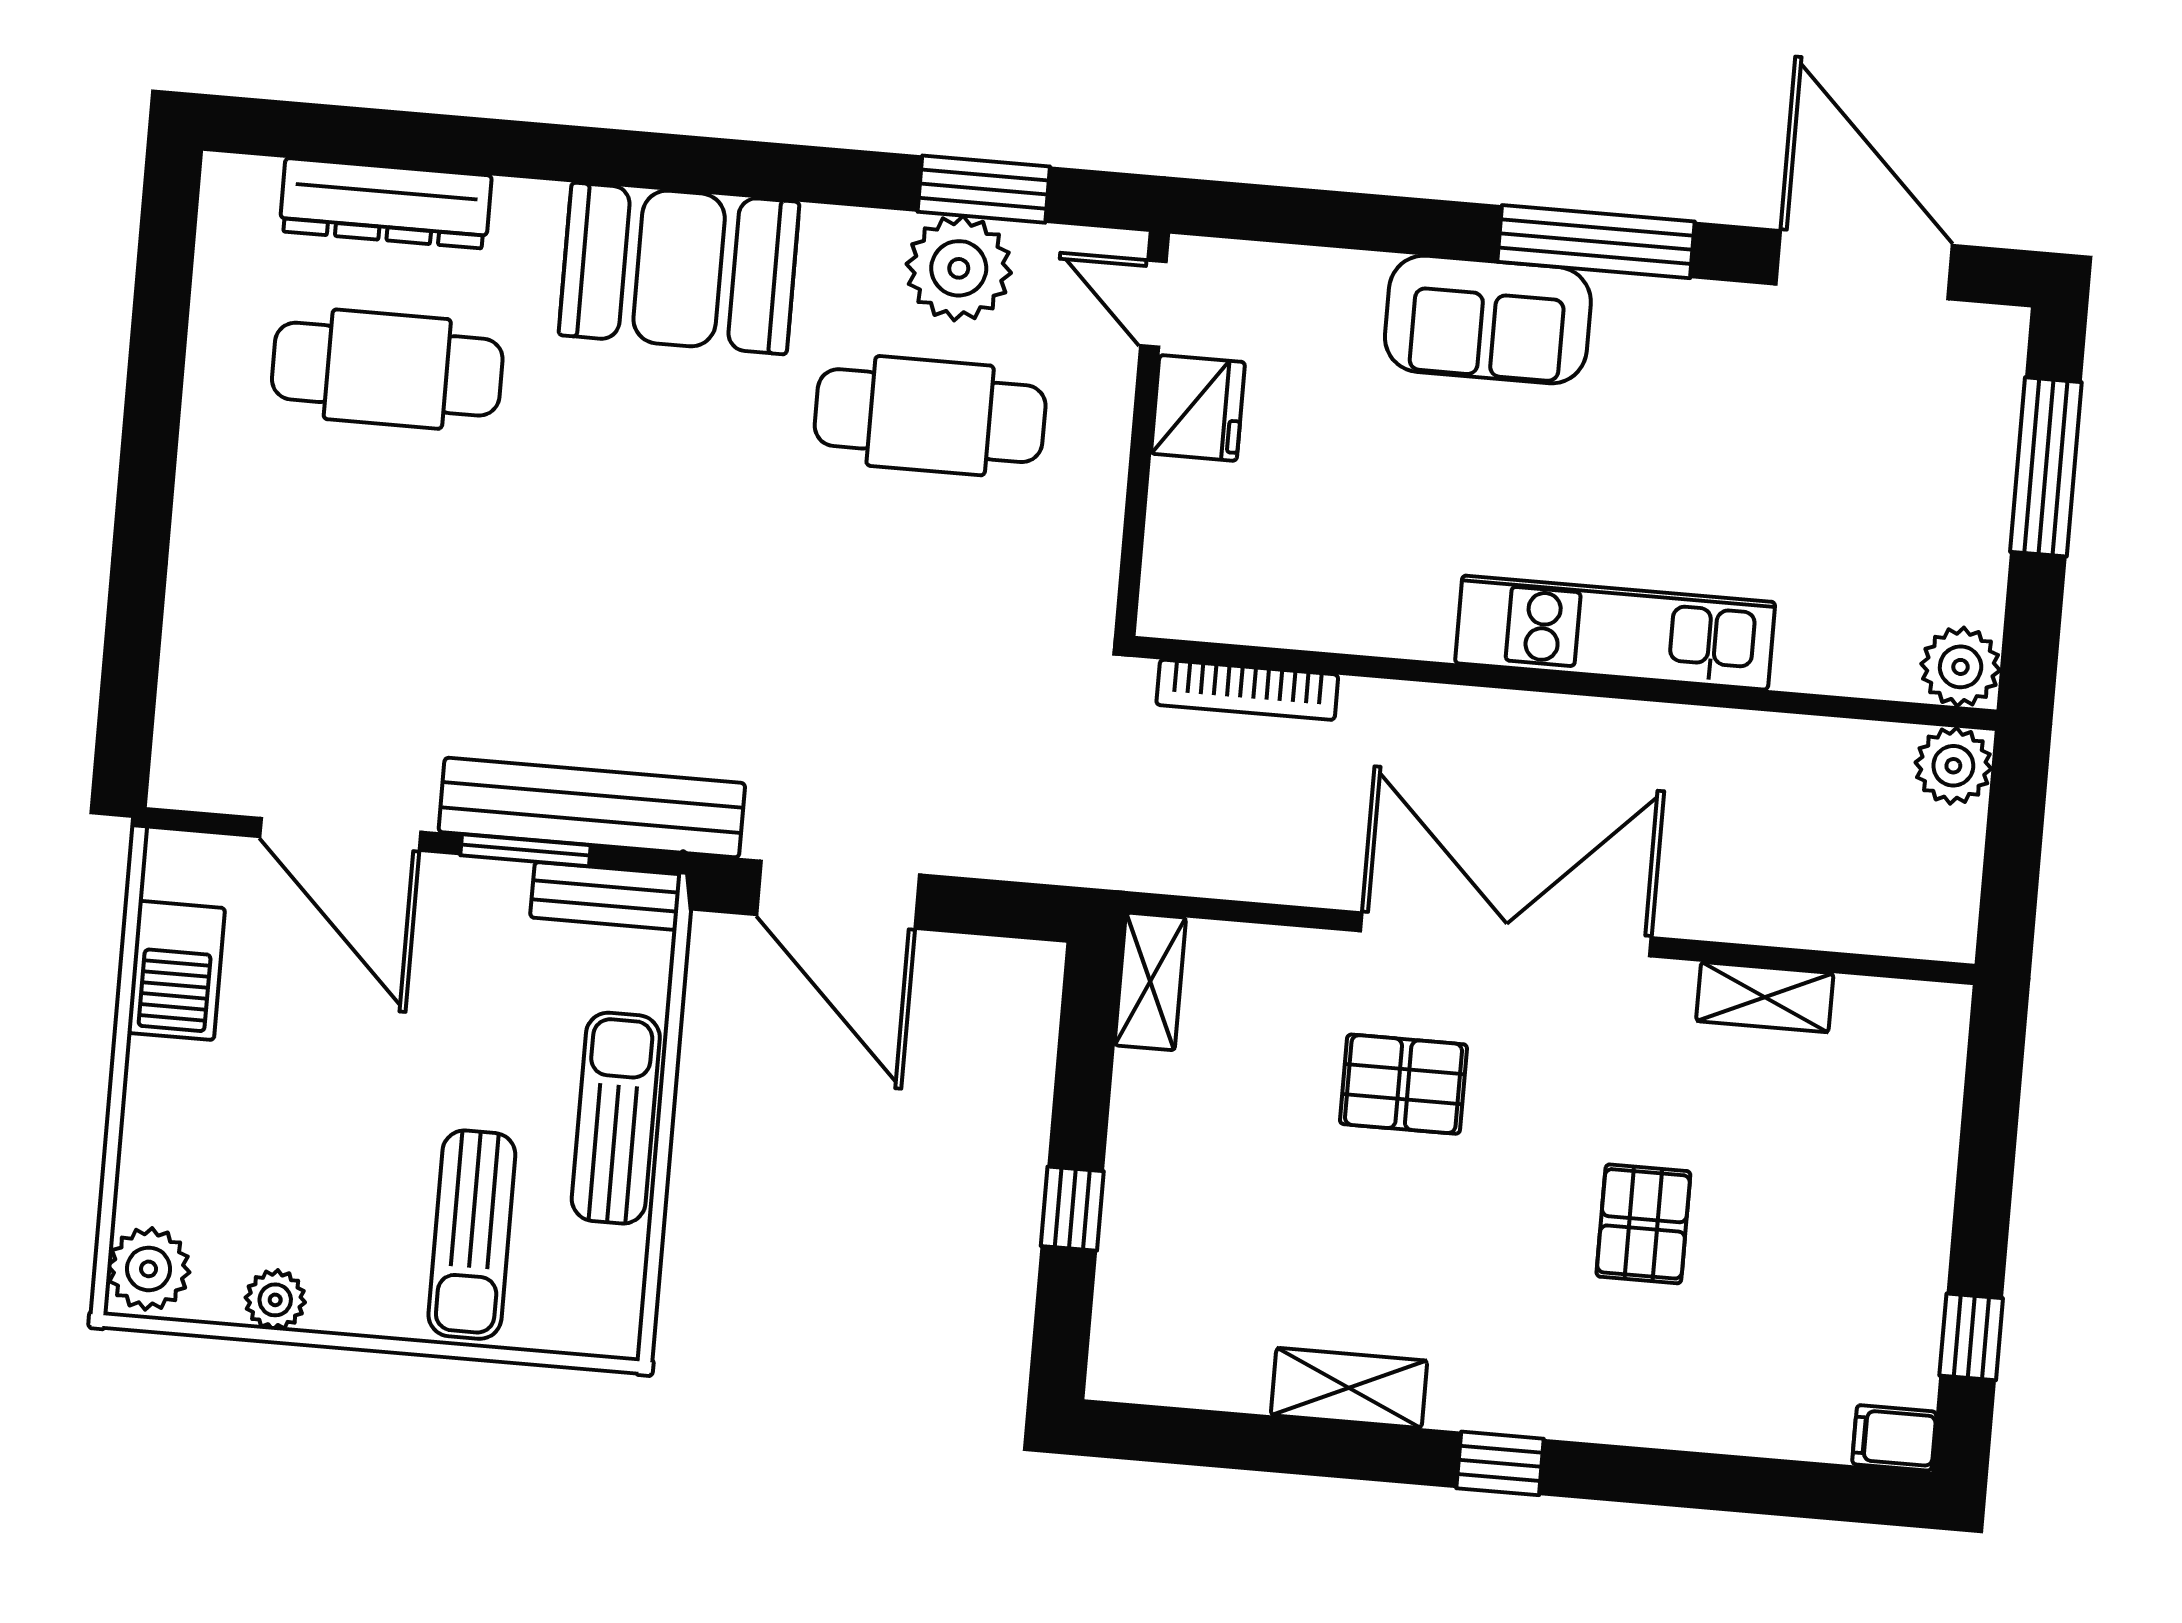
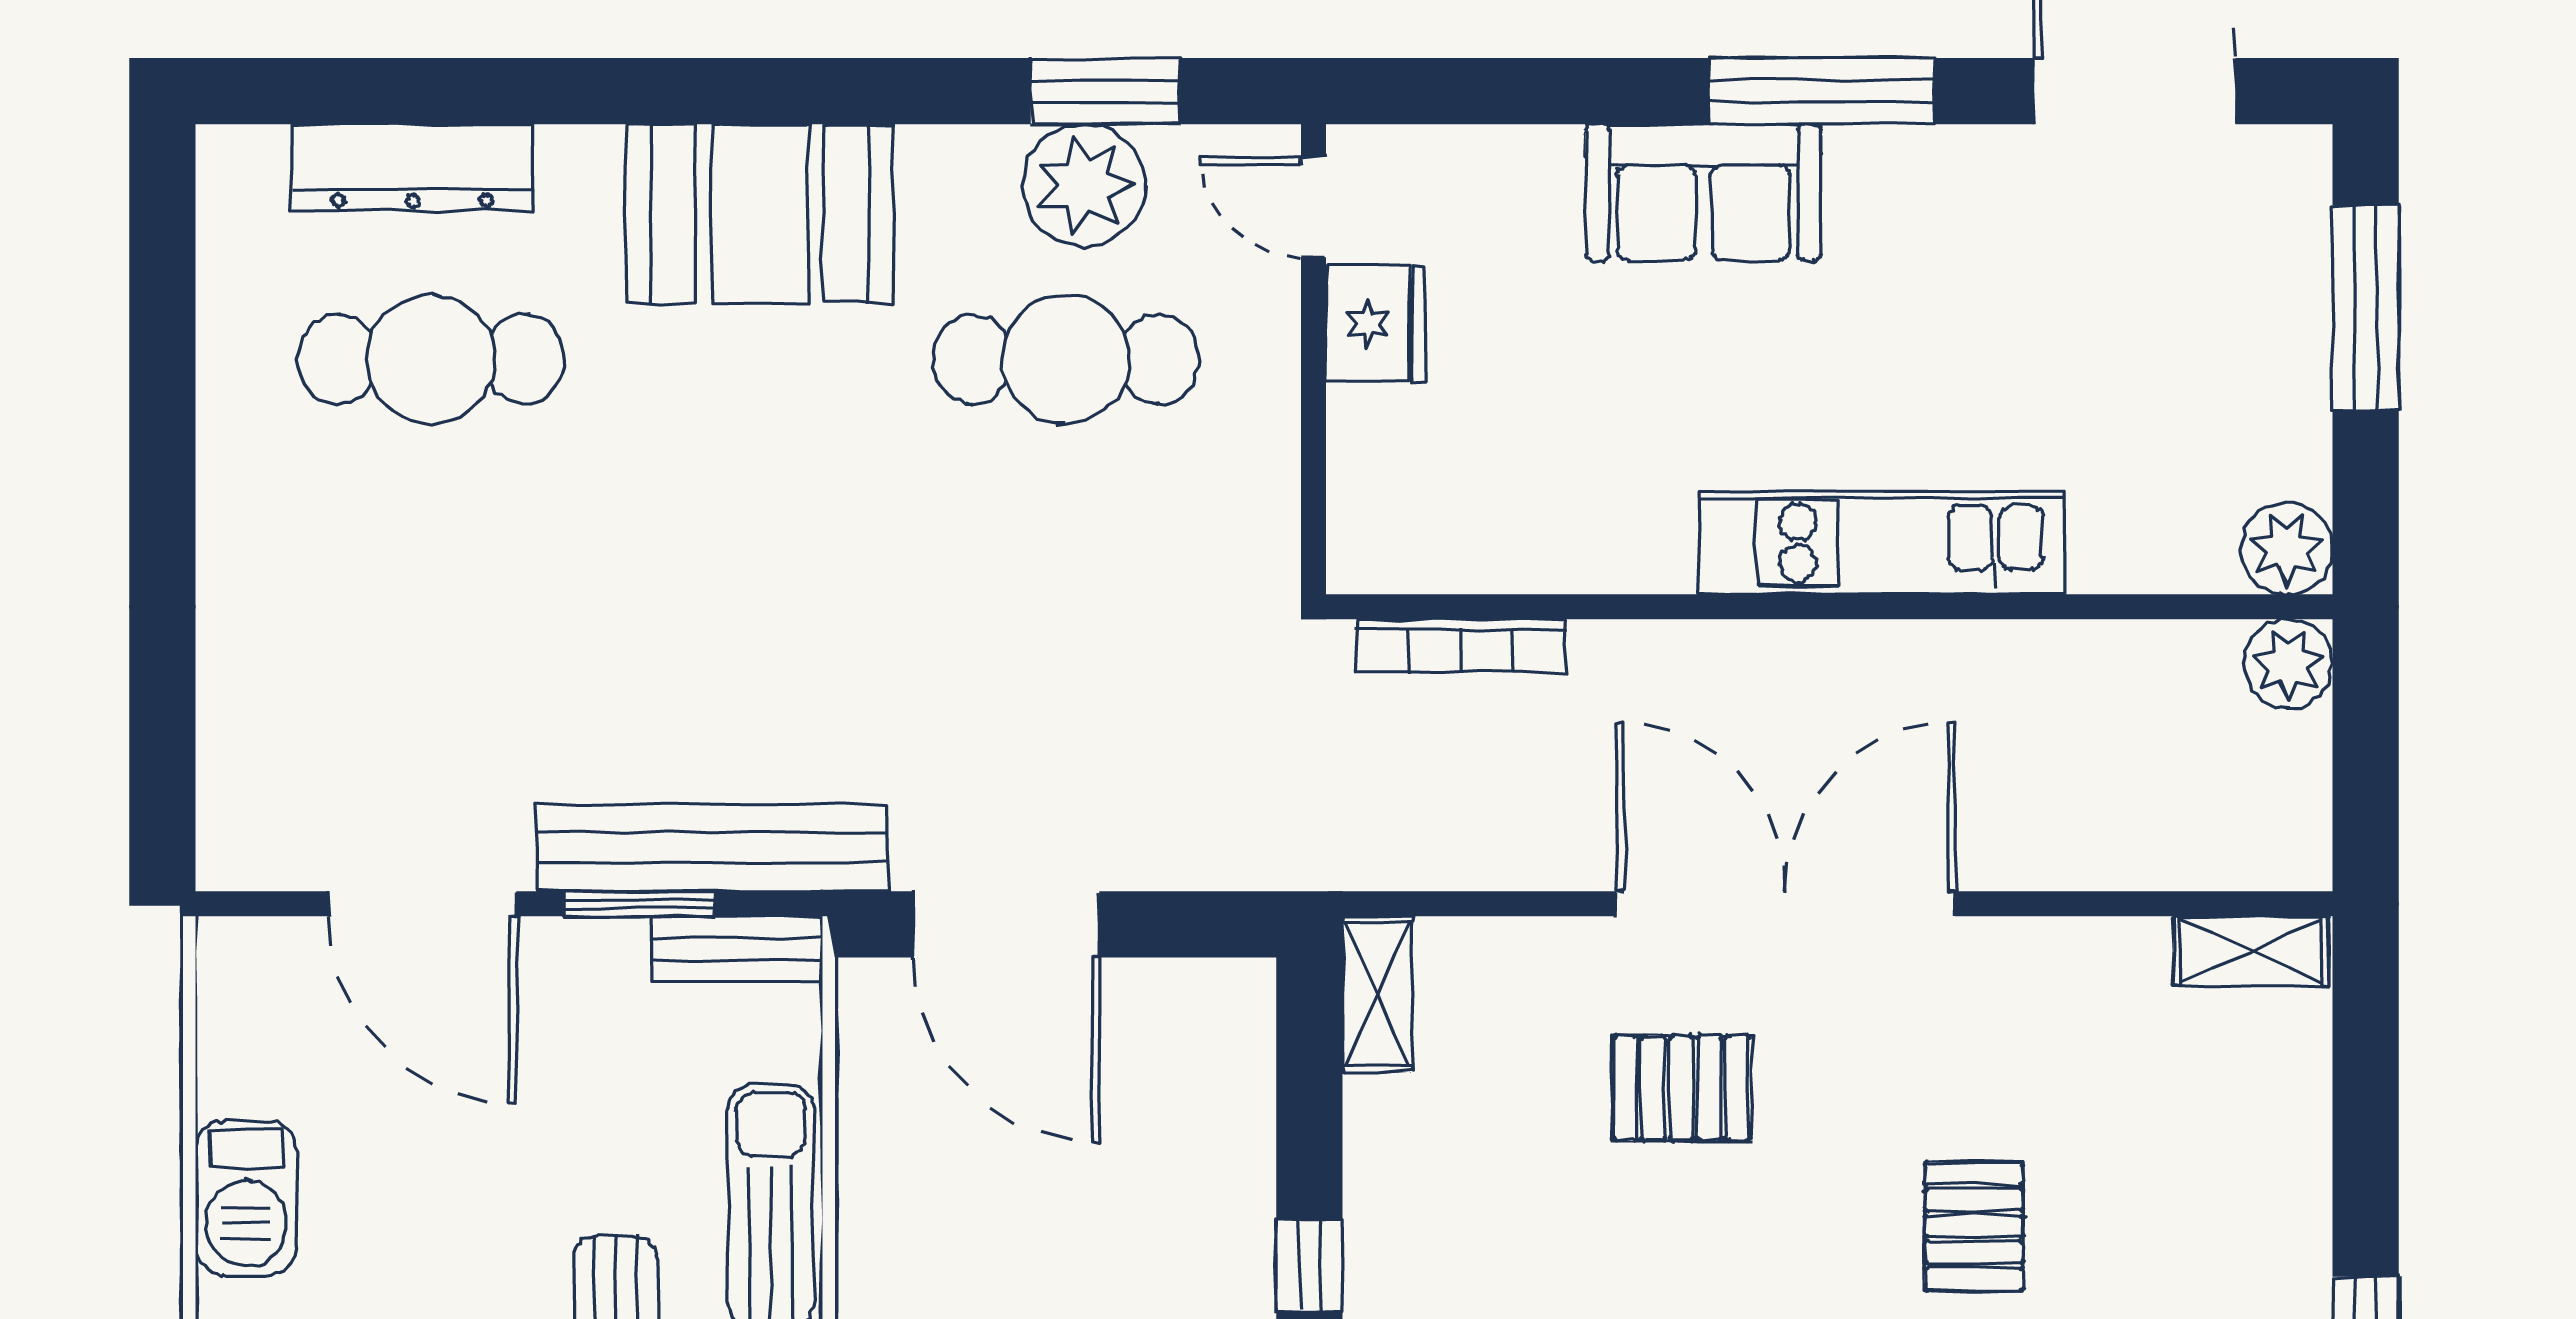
barbecue: (176, 970) -> (246, 1198), moved
shelving: (1765, 997) -> (2251, 951), moved

